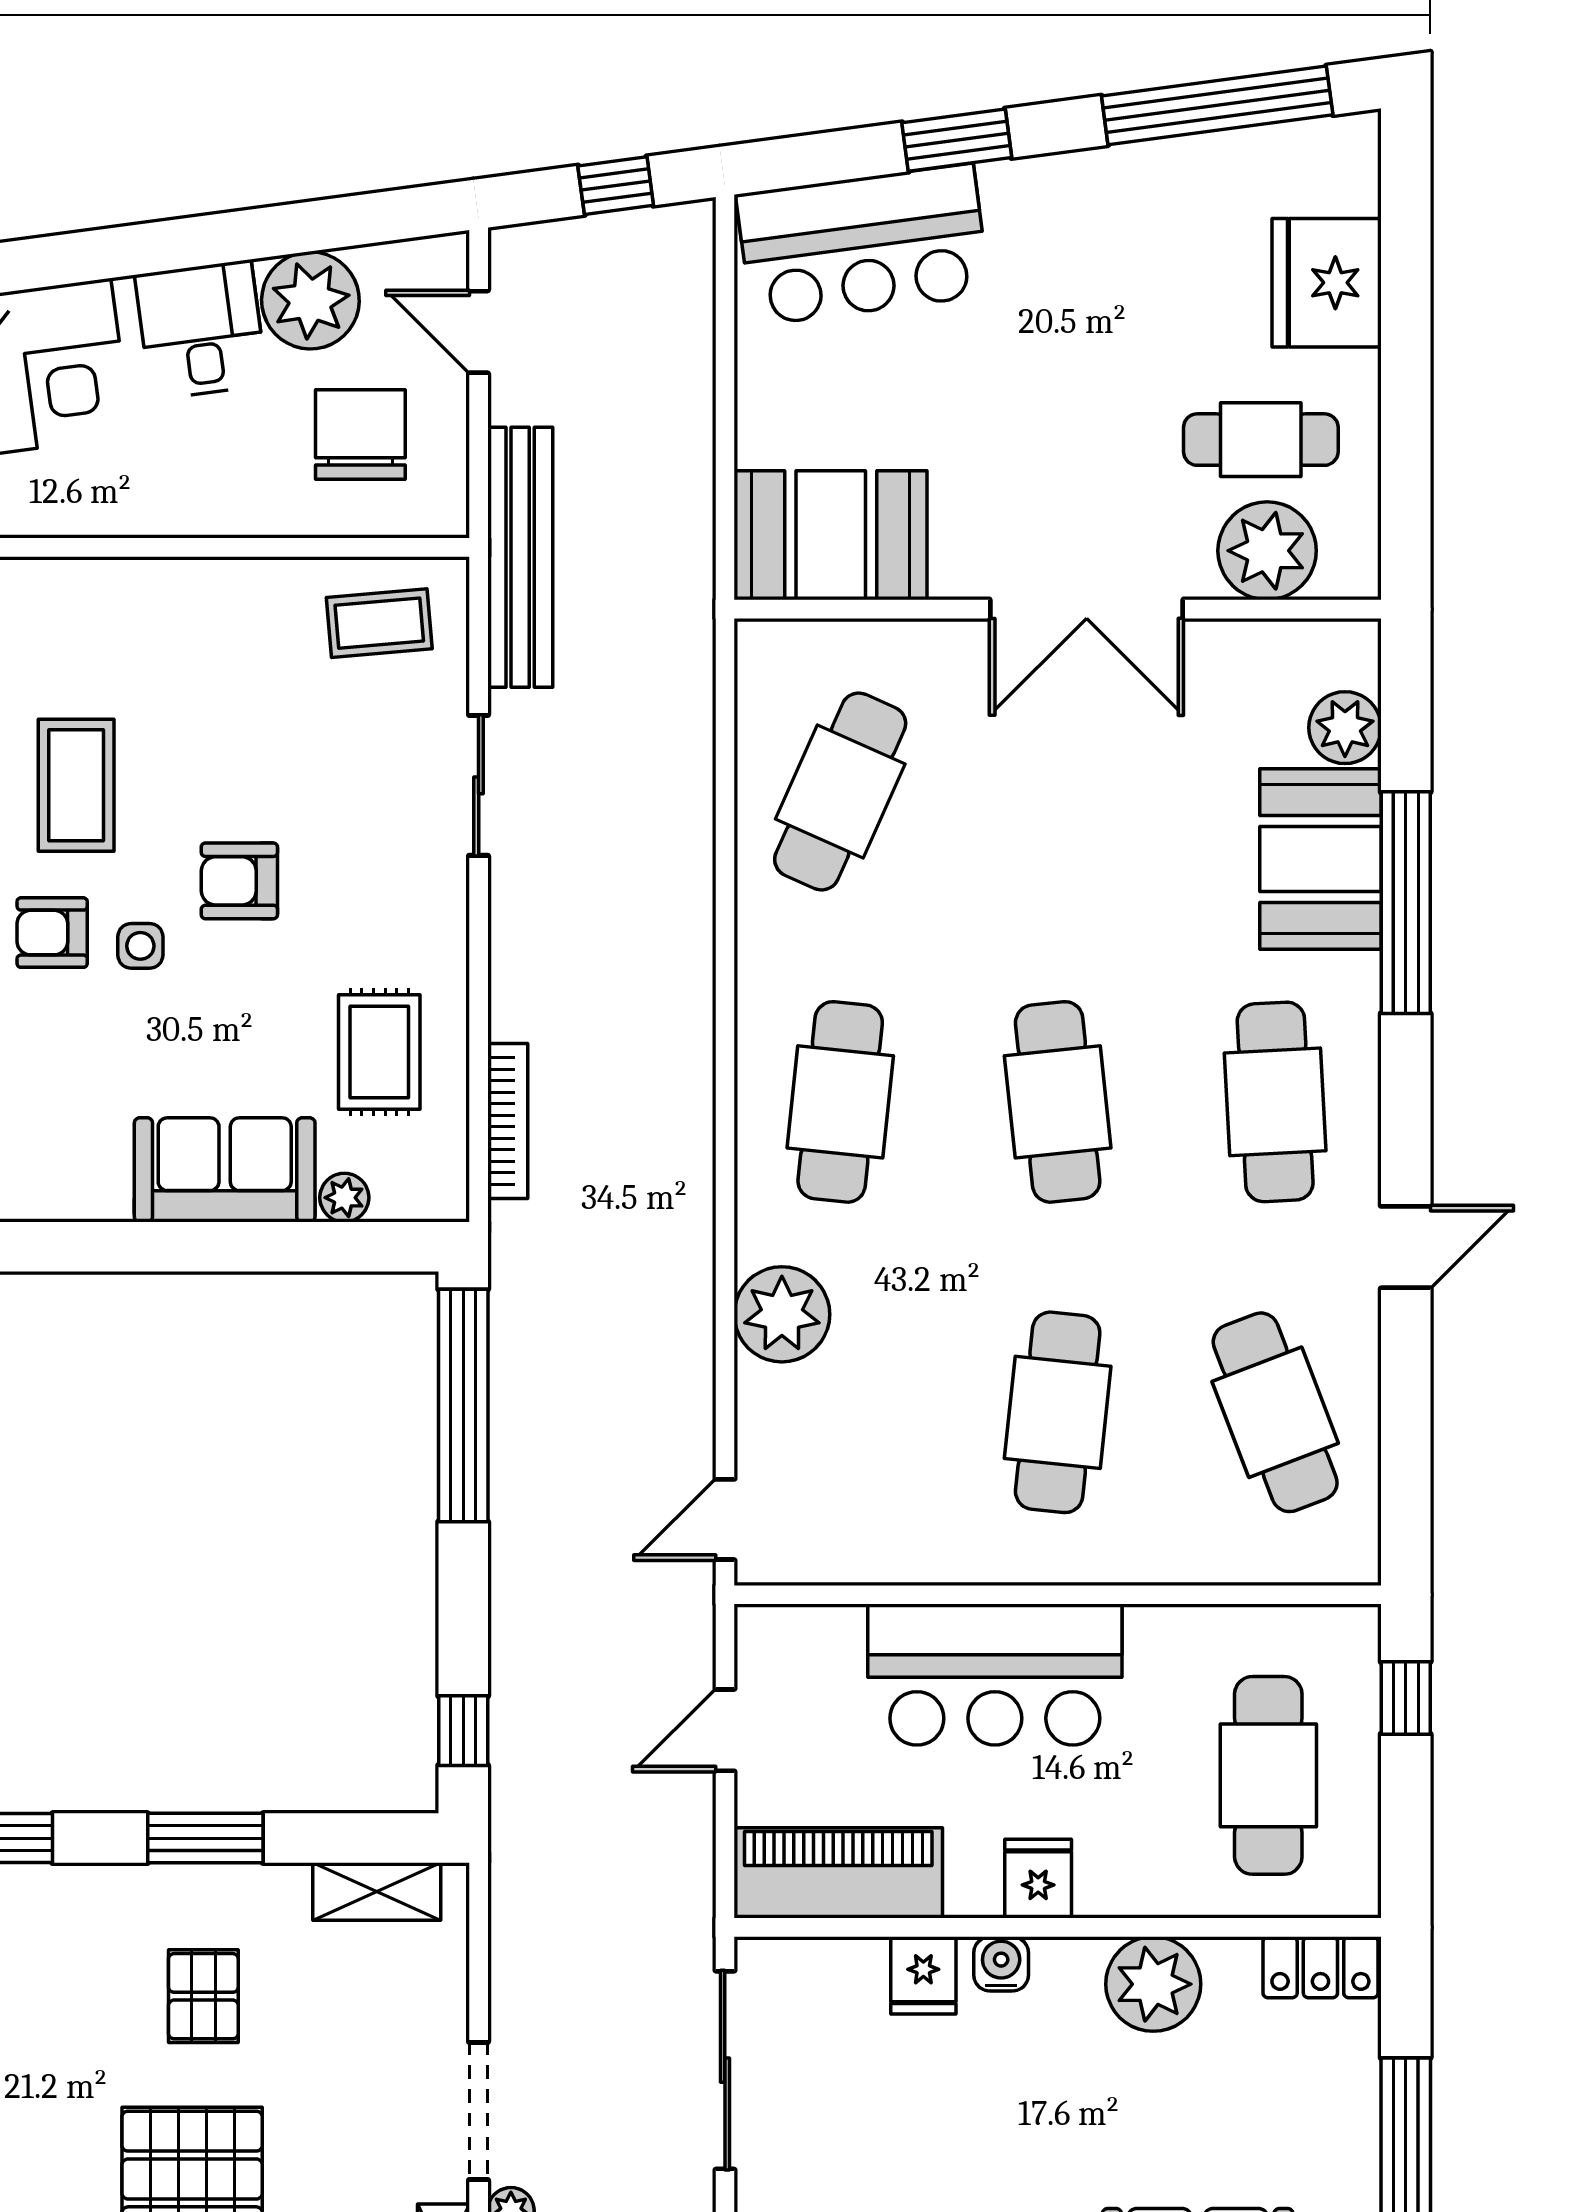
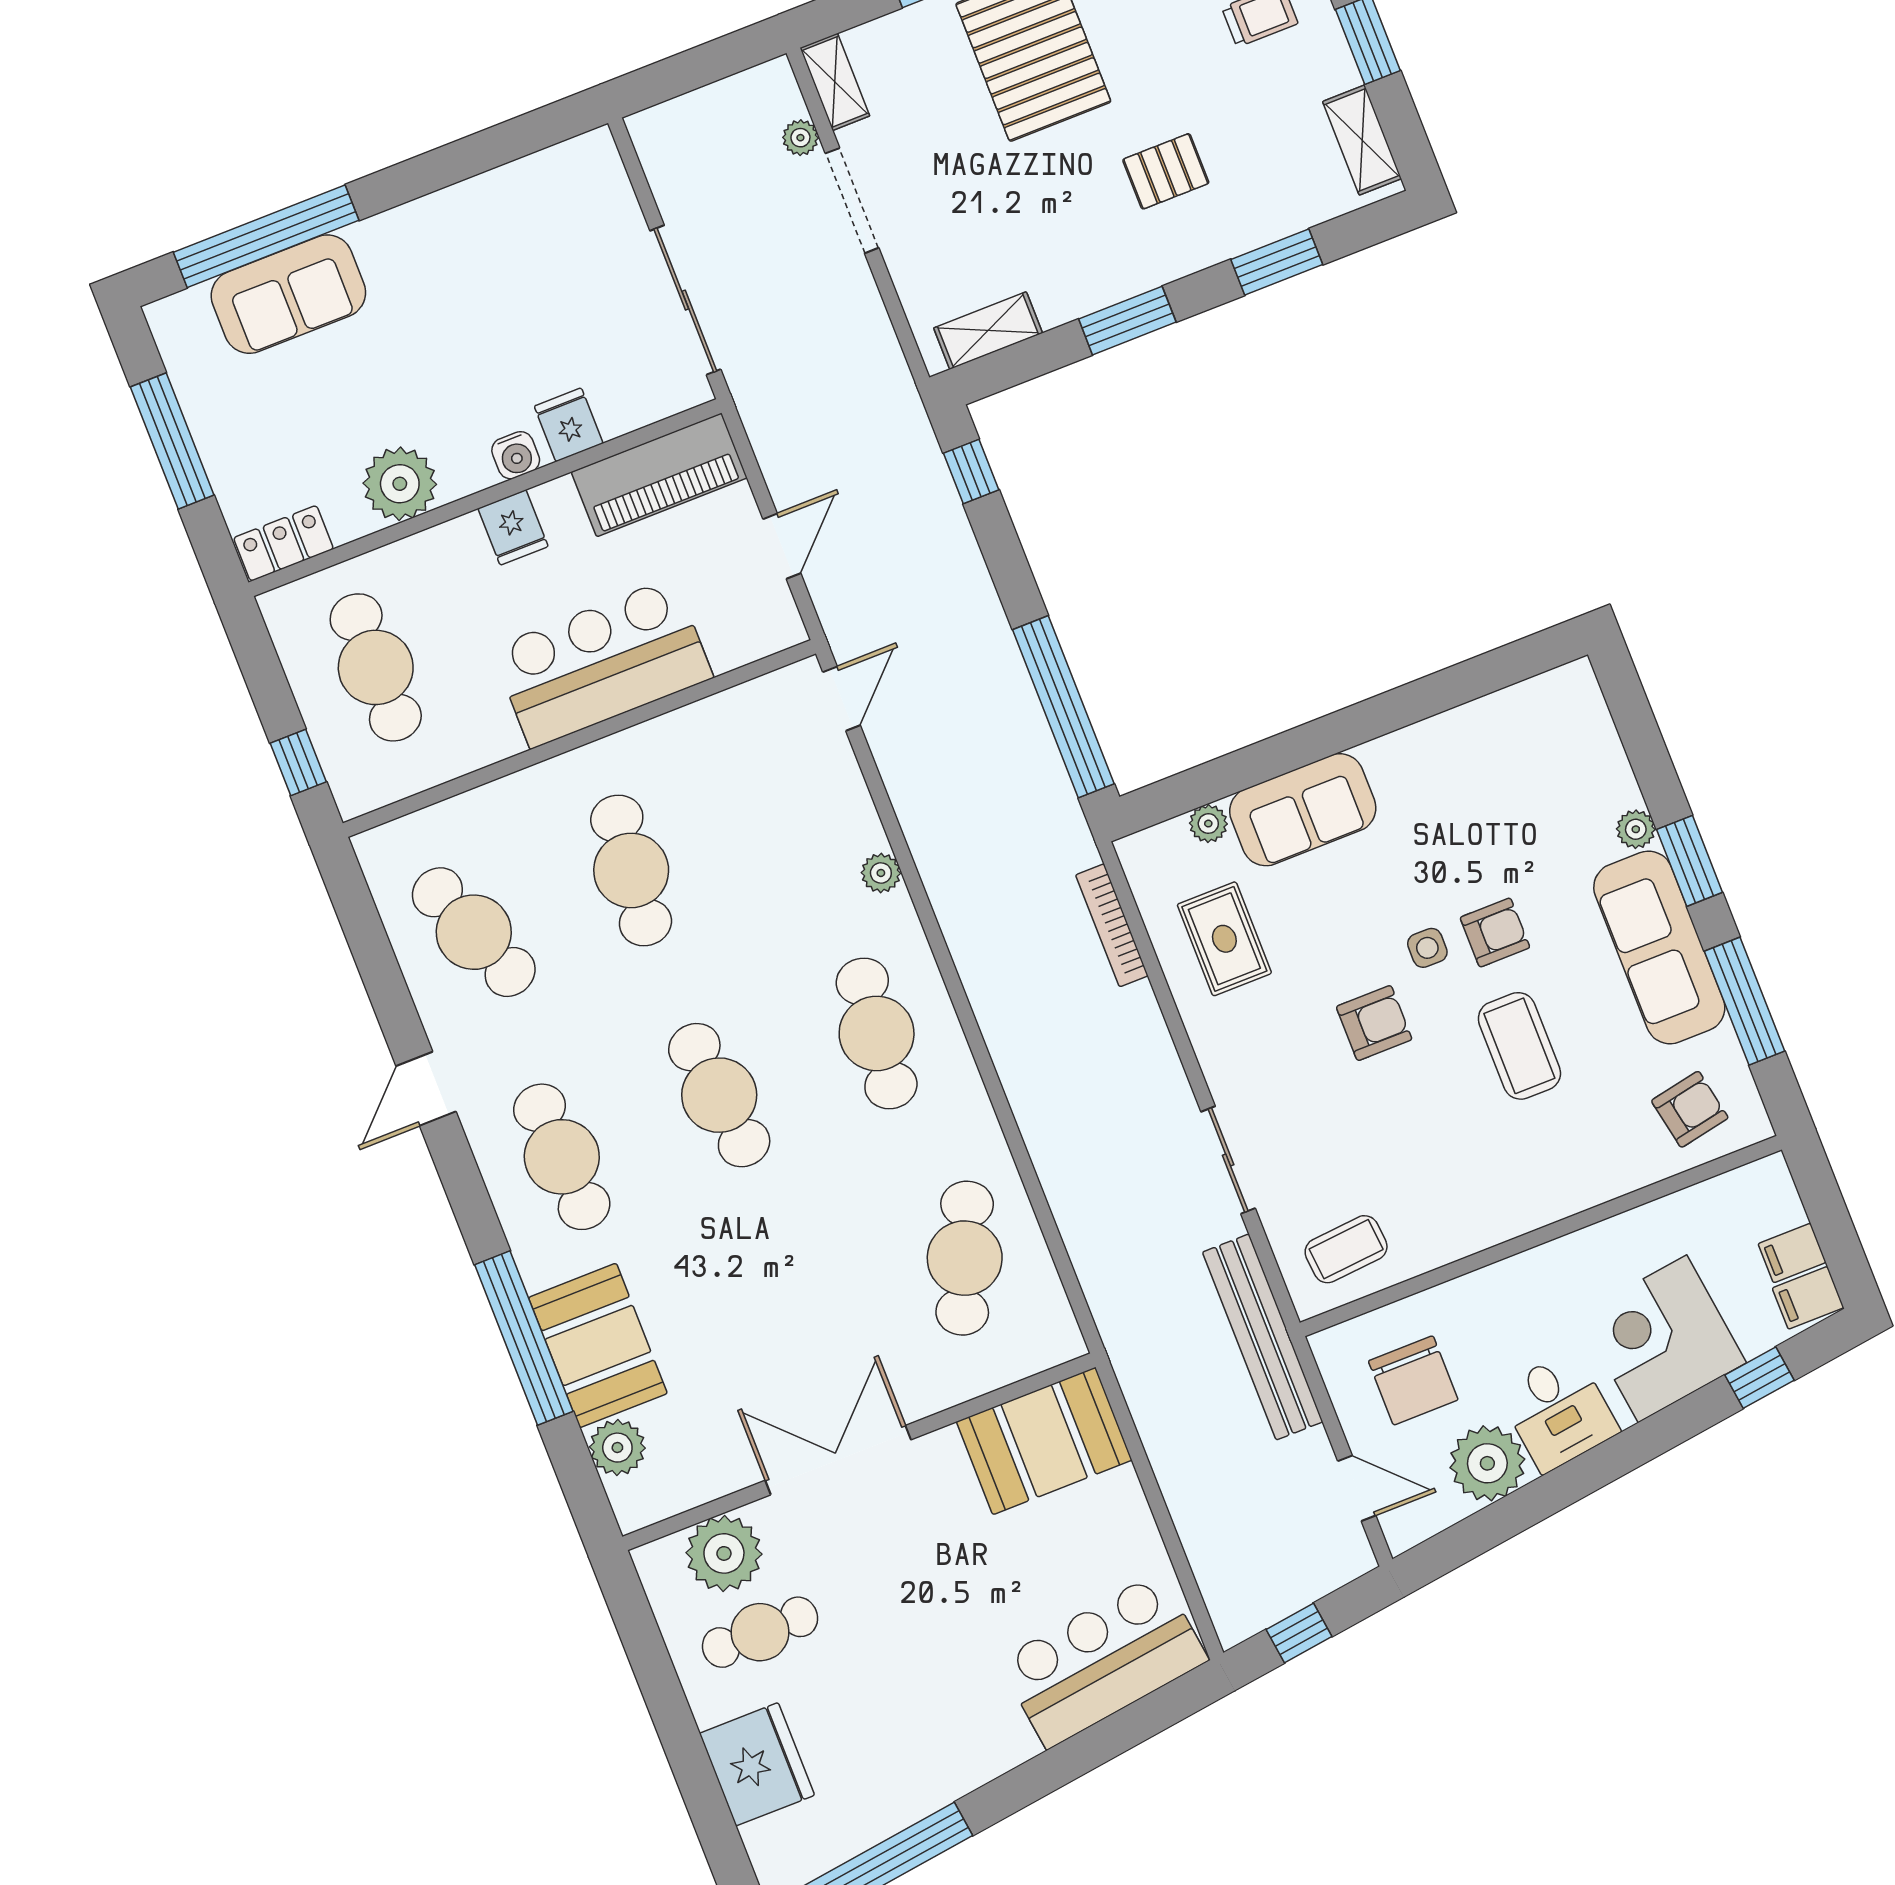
window: (957, 140) -> (1065, 1763), removed
plant: (782, 1314) -> (881, 873), width x0.53, depth x0.53
pallet: (203, 1996) -> (1166, 171), moved, turned 90

